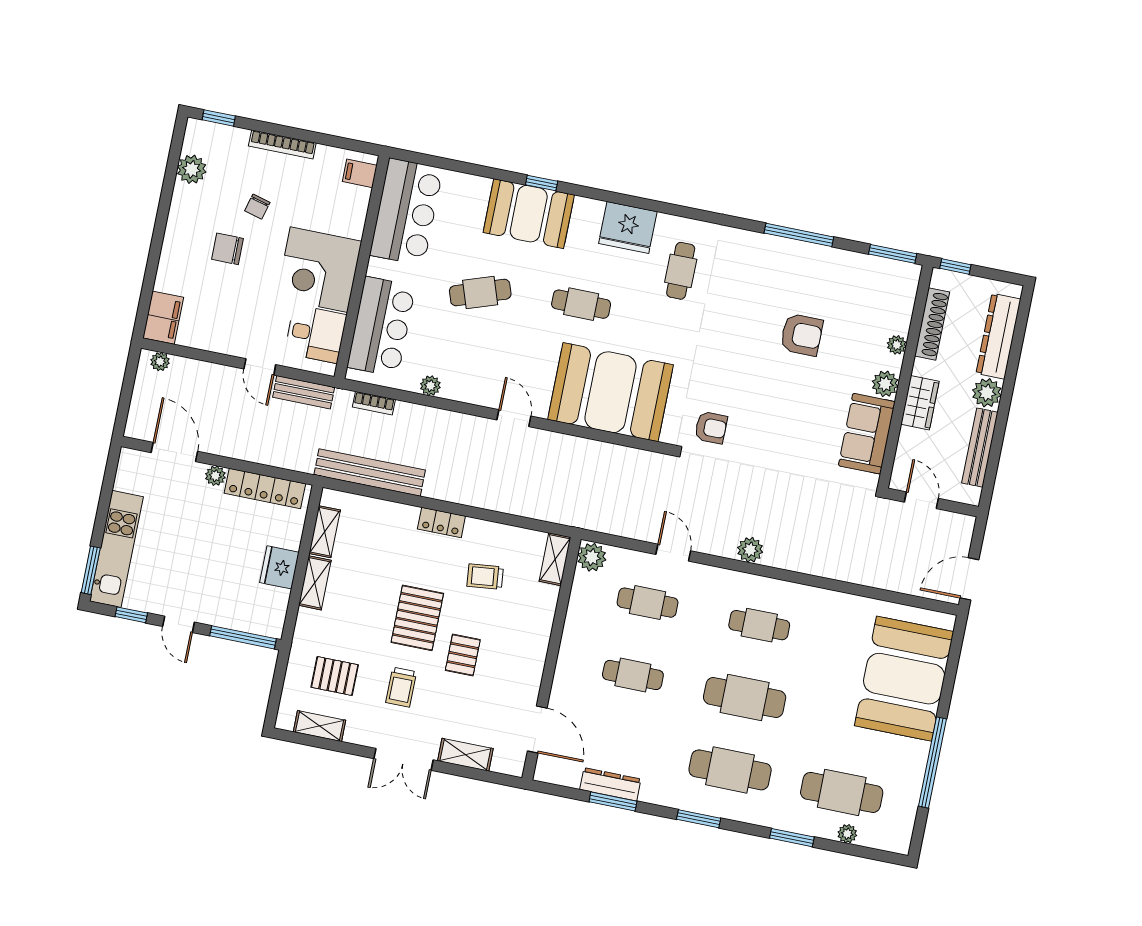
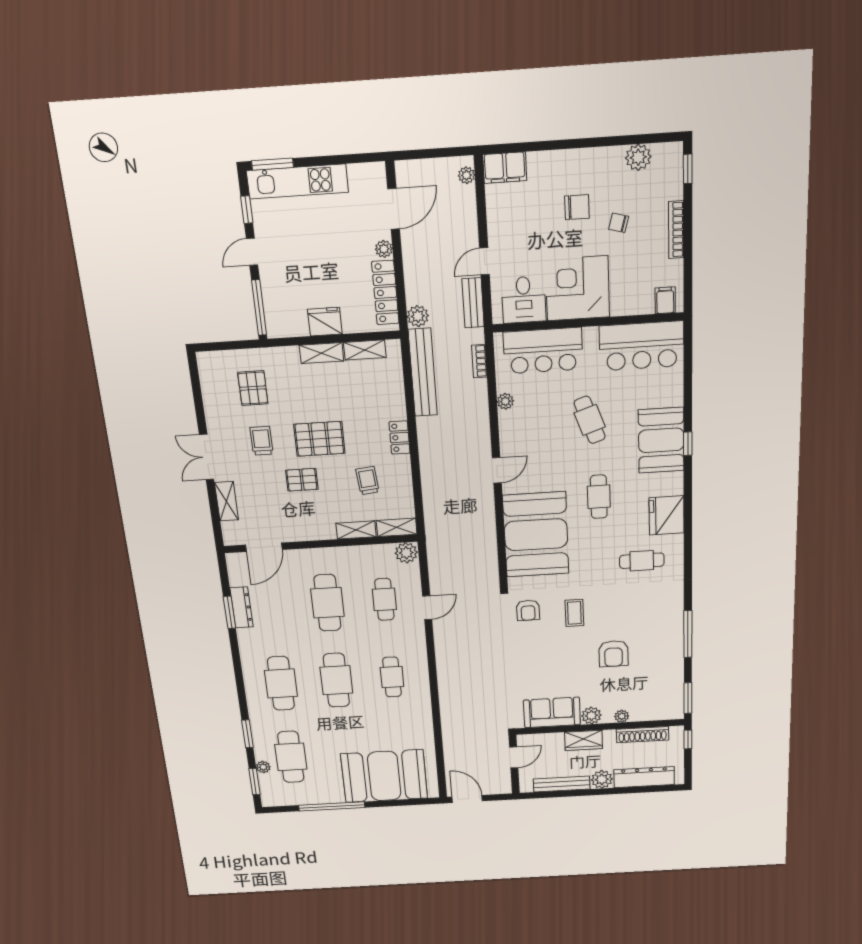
chair: (227, 249) -> (577, 207), turned 90
coffee table: (730, 371) -> (574, 613), added
plant: (750, 550) -> (418, 316), moved
cafe table: (633, 675) -> (327, 603), width x1.37, depth x1.35
trolley: (401, 687) -> (261, 441), turned 90
shelving: (319, 726) -> (356, 530), moved, turned 90
window: (699, 819) -> (255, 782), moved

